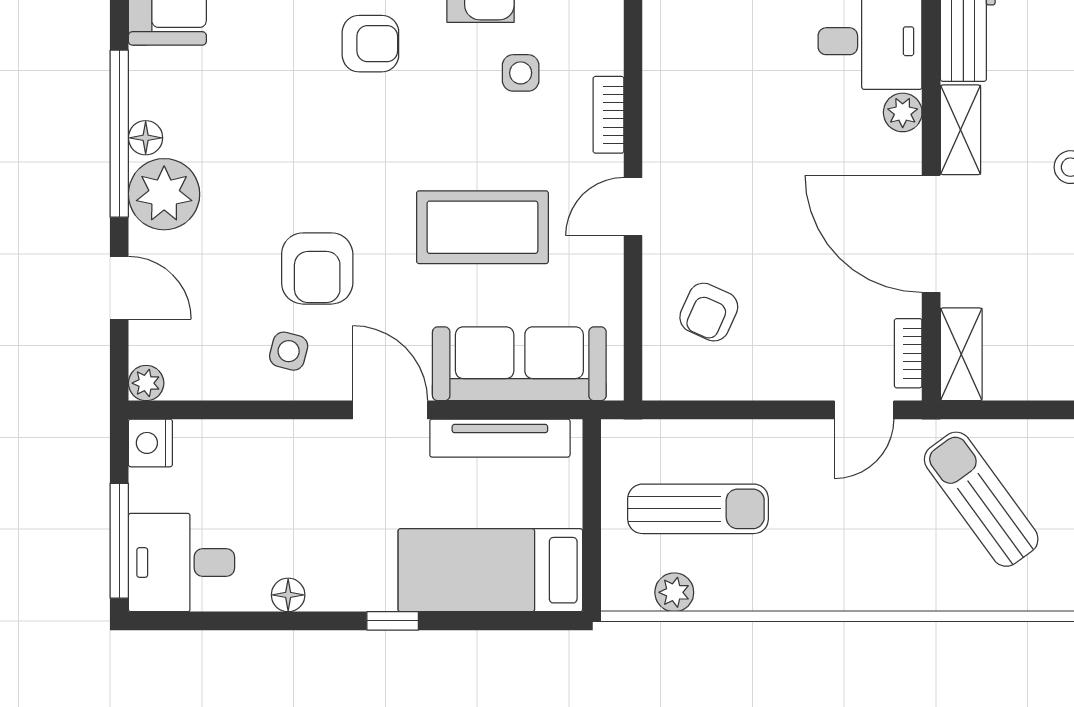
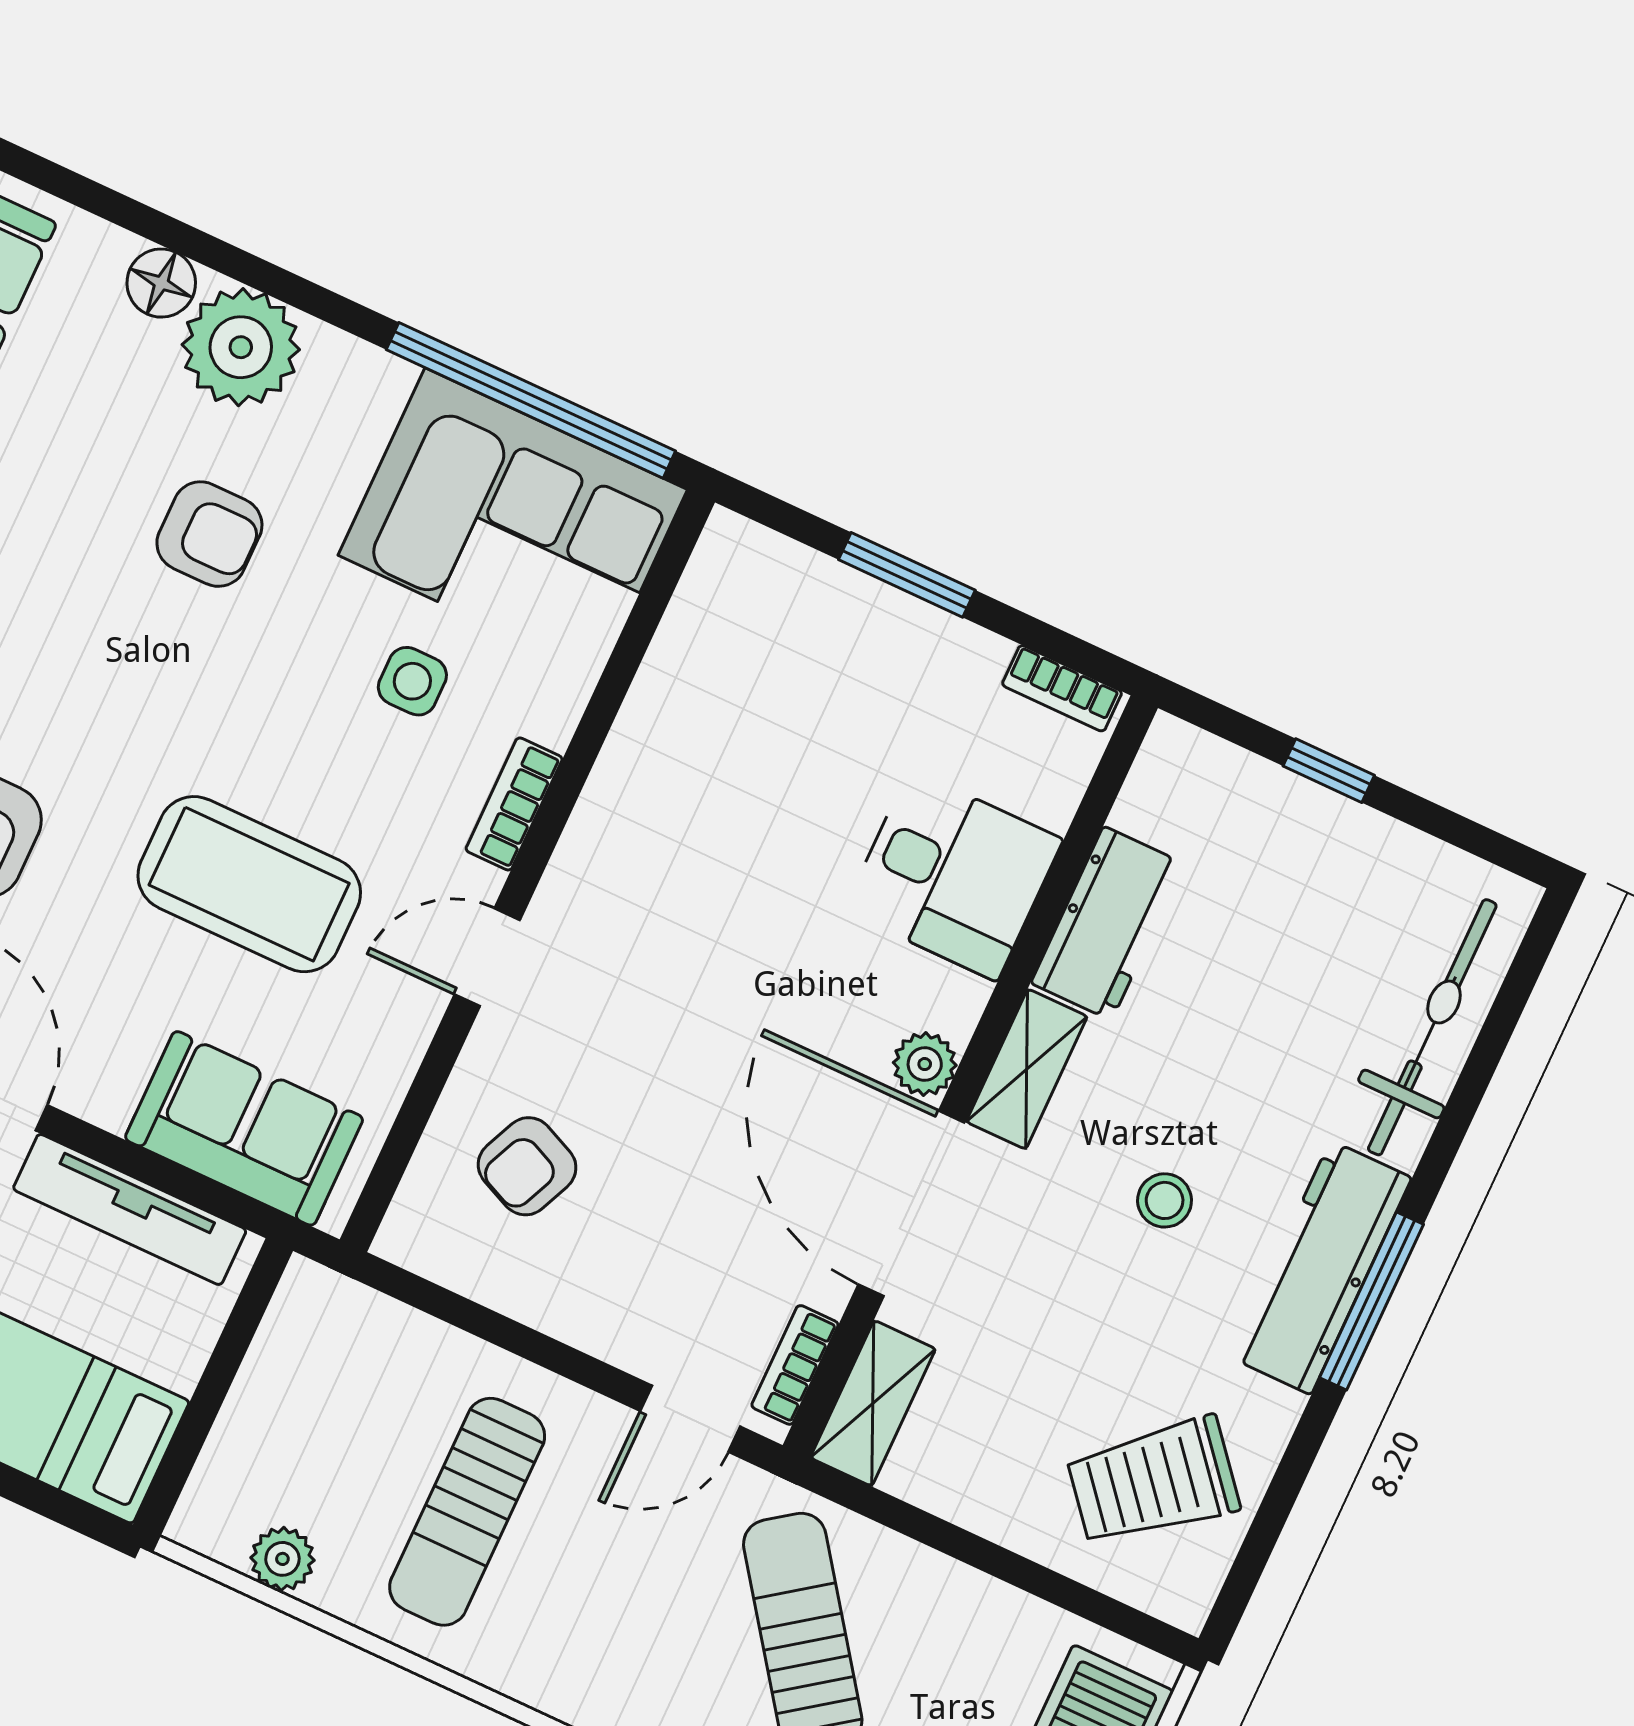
plant: (903, 112) -> (925, 1064), moved
sofa: (519, 364) -> (244, 1128), width x0.73
sun lounger: (698, 509) -> (467, 1512), moved, turned 90

